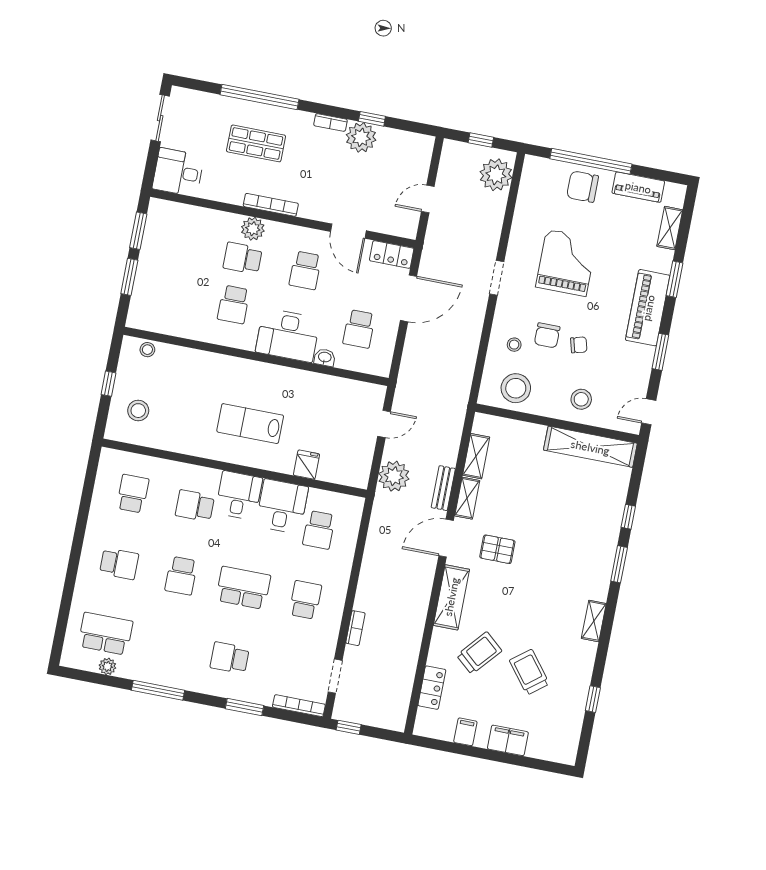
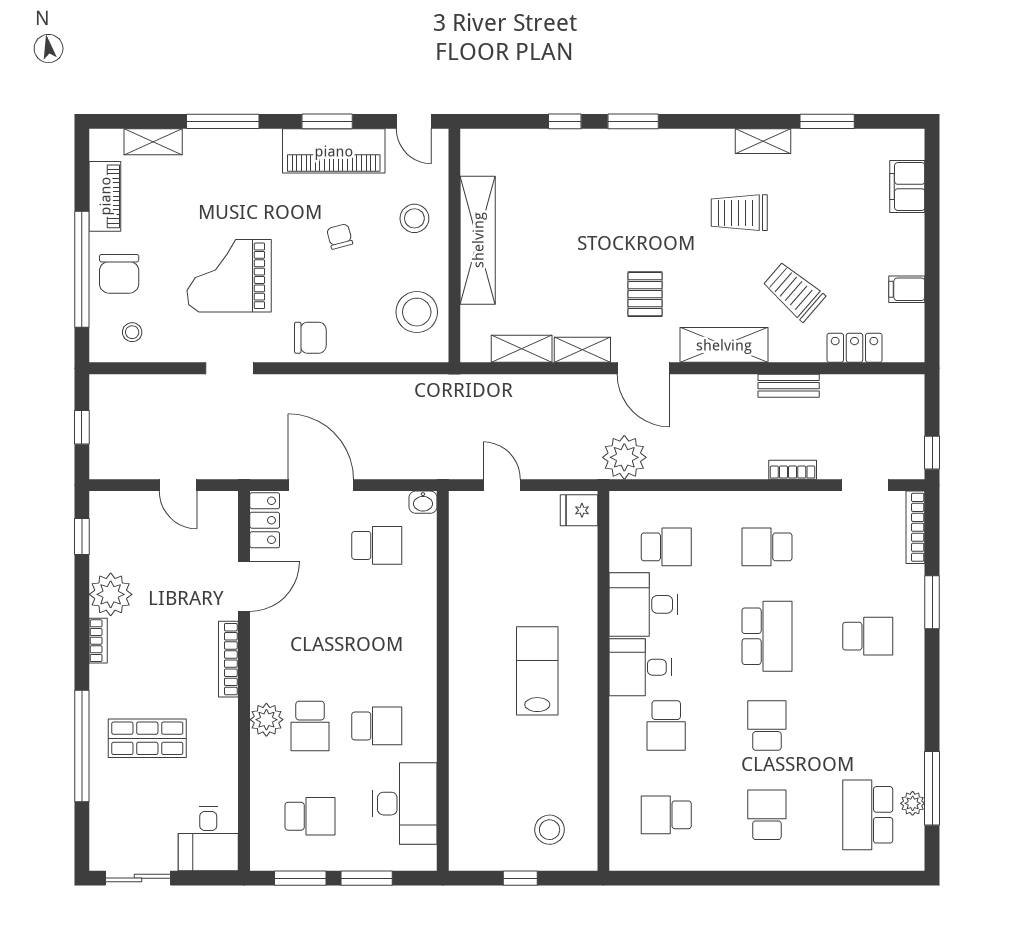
window: (372, 119) -> (82, 537), moved
shop shelf: (256, 143) -> (147, 738), turned 90
plant: (496, 175) -> (126, 397), removed
bookcase: (271, 205) -> (228, 659), moved
school desk: (305, 270) -> (310, 816), moved
doorway: (497, 278) -> (230, 368), moved
window: (674, 279) -> (223, 121), width x1.44
piano: (648, 308) -> (334, 151), moved
desk: (288, 335) -> (405, 804), moved
chair: (547, 335) -> (310, 338), moved
stool: (514, 345) -> (132, 332), moved
stool: (147, 350) -> (462, 833), removed
washbasin: (325, 357) -> (423, 502), moved, turned -90
lab bench: (250, 424) -> (537, 671), turned 180
shelving: (590, 447) -> (478, 240), moved
fridge: (306, 465) -> (579, 510), moved
plant: (394, 476) -> (624, 457), moved
bench: (443, 488) -> (789, 386), moved
school desk: (181, 576) -> (767, 726), turned -90
school desk: (243, 588) -> (767, 636), turned 180
shelving: (594, 621) -> (763, 141), moved
school desk: (230, 658) -> (868, 636), turned -90
trolley: (529, 672) -> (739, 213), moved, turned 38
window: (158, 690) -> (932, 788), moved
window: (593, 699) -> (827, 121), width x1.50
filing cabinet: (508, 740) -> (907, 187), moved

